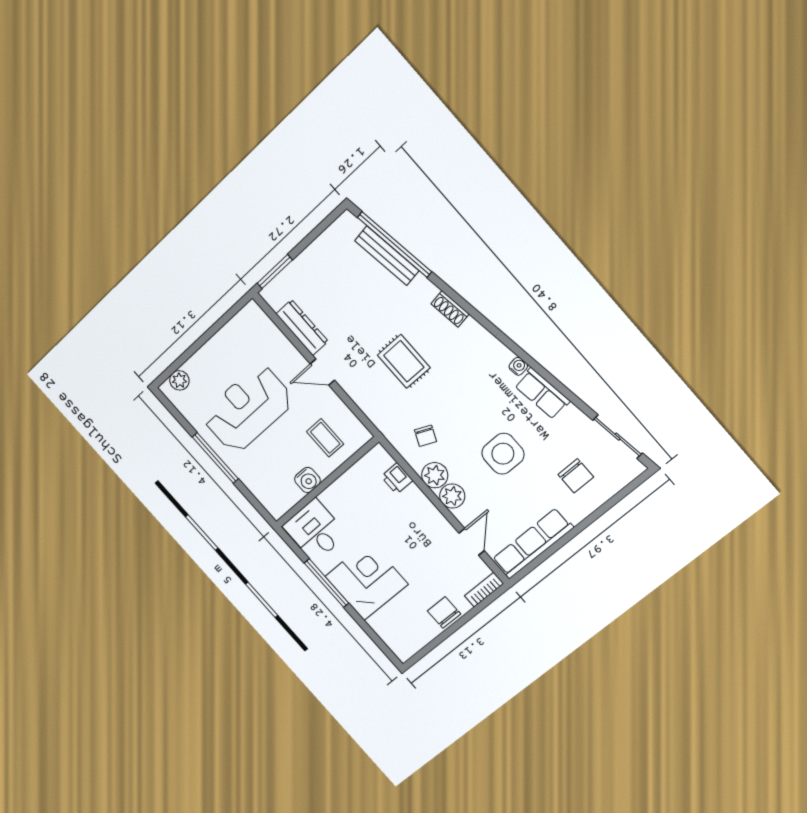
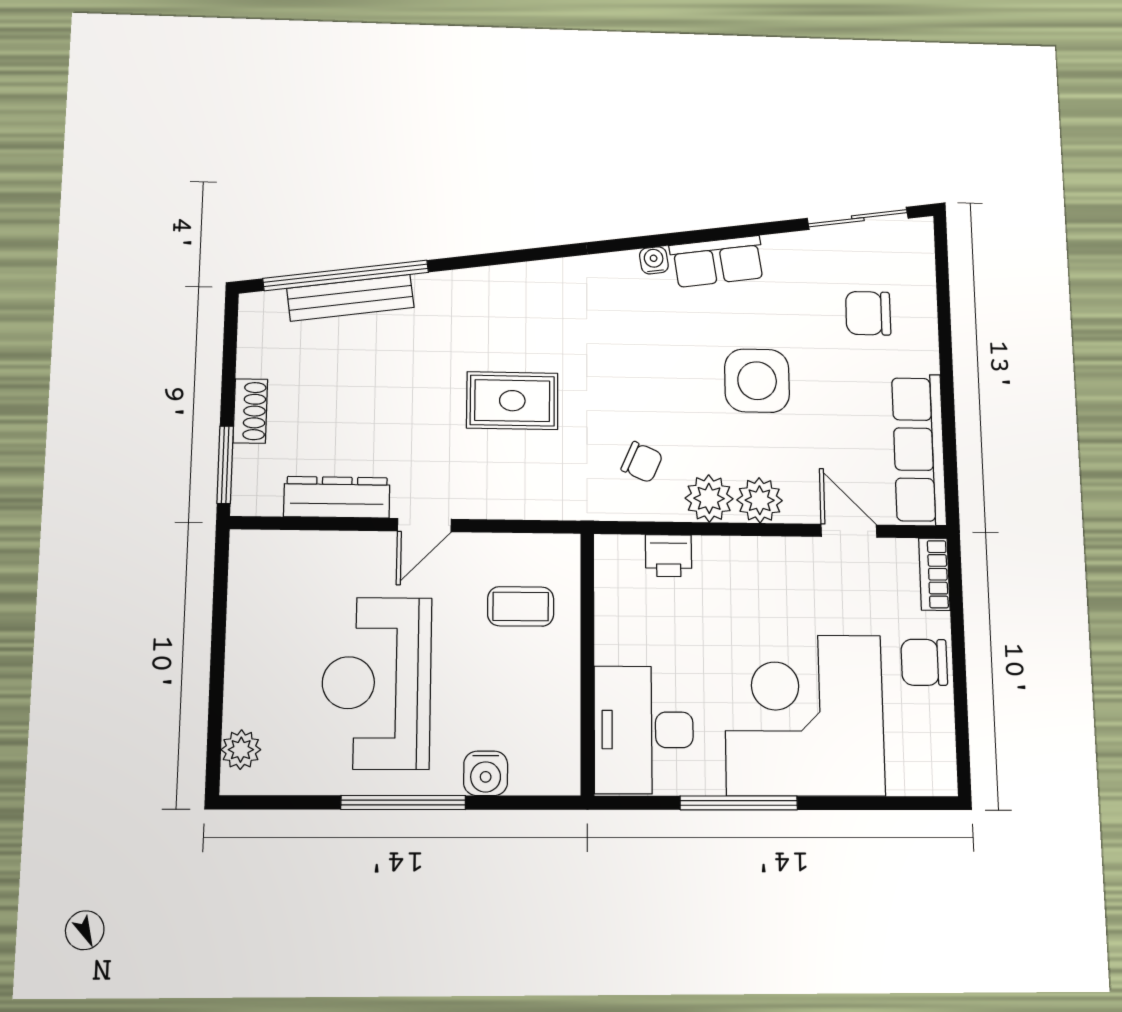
shoe rack: (450, 309) -> (250, 411), moved, turned -82
chair: (576, 476) -> (868, 313), turned 180
water cooler: (307, 480) -> (486, 773), moved, turned 90
desk: (315, 530) -> (644, 730), width x1.37
corner desk: (366, 580) -> (804, 715), width x1.36, depth x1.36

